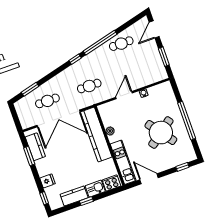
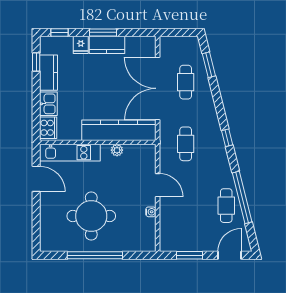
door: (154, 29) -> (230, 255), hinge flipped
window: (100, 43) -> (242, 197), moved
round table: (161, 133) -> (91, 216), turned 37
kitchen counter: (35, 147) -> (107, 45), moved
window: (29, 156) -> (103, 32), moved
window: (182, 167) -> (36, 228), removed
door: (149, 179) -> (36, 179), hinge flipped
window: (86, 201) -> (36, 62), moved

